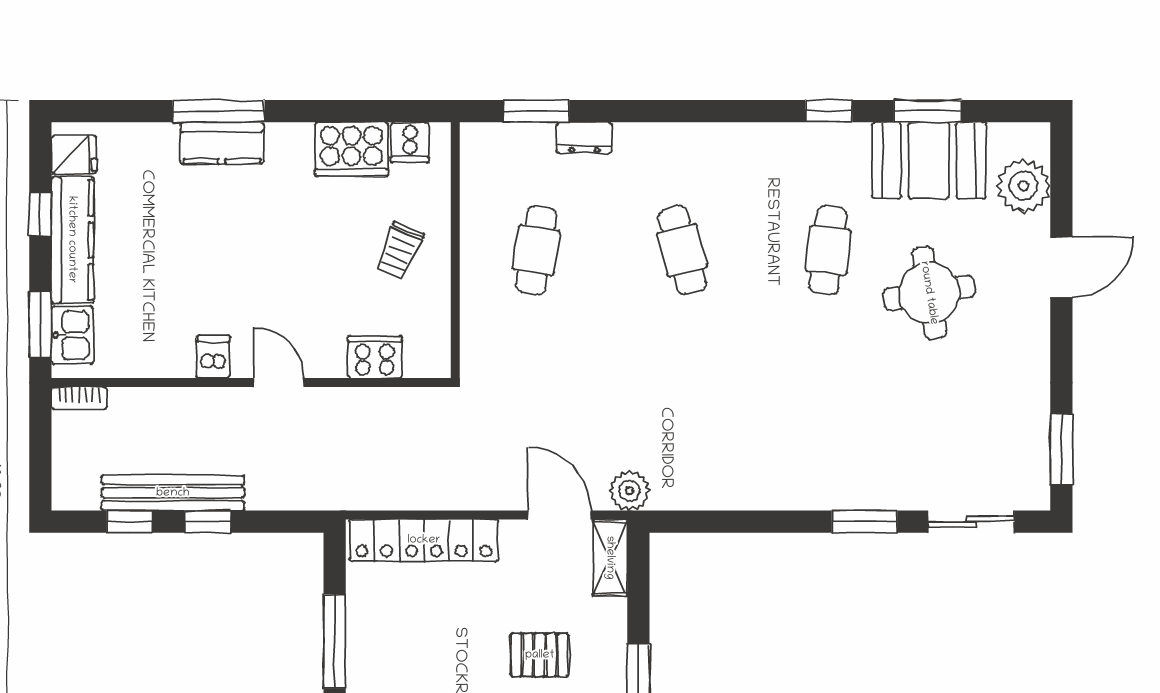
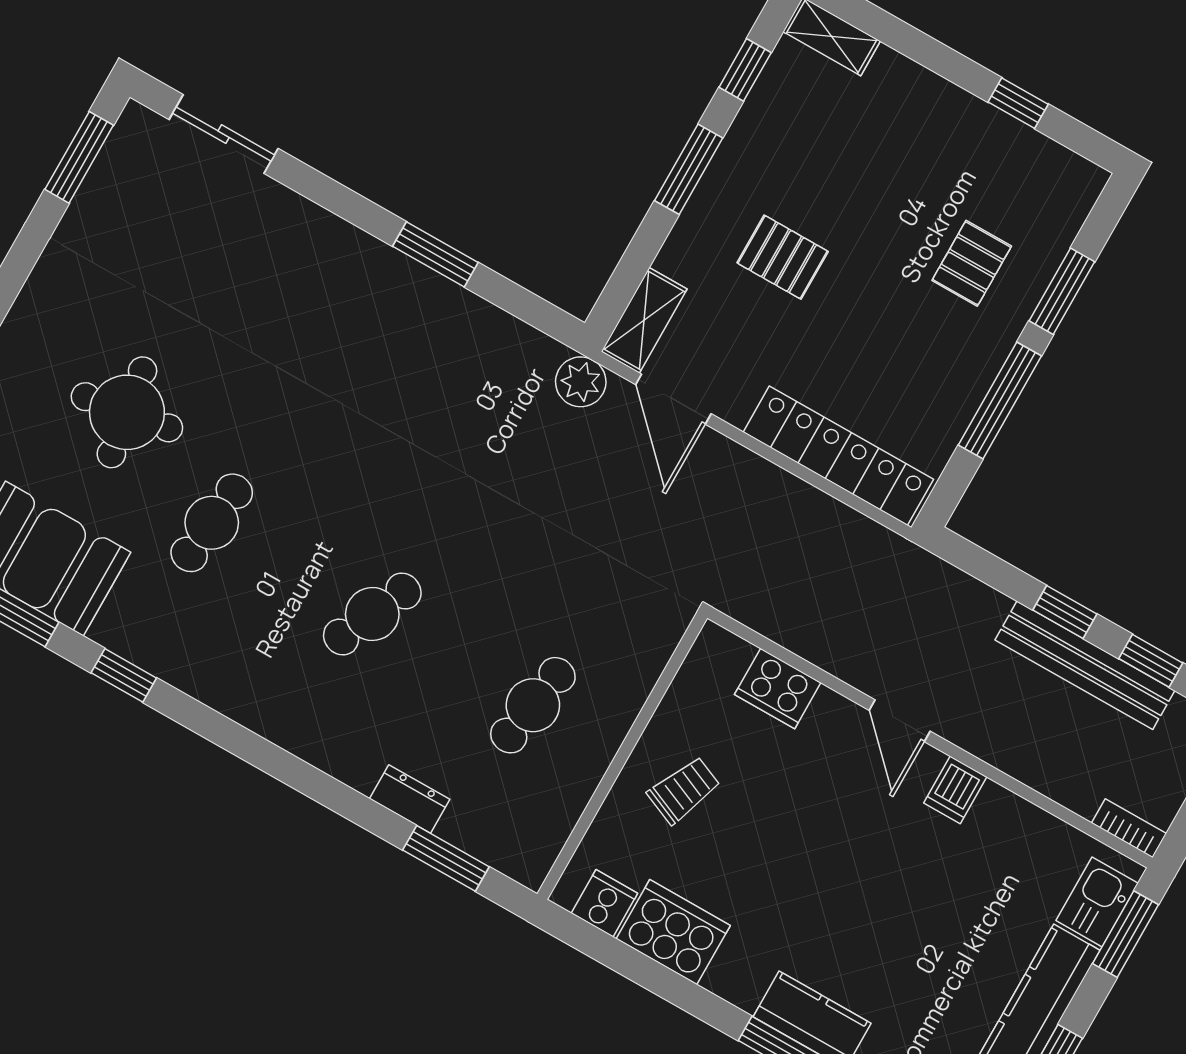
cafe table: (682, 250) -> (372, 614), turned 39
window: (865, 522) -> (435, 254), moved

